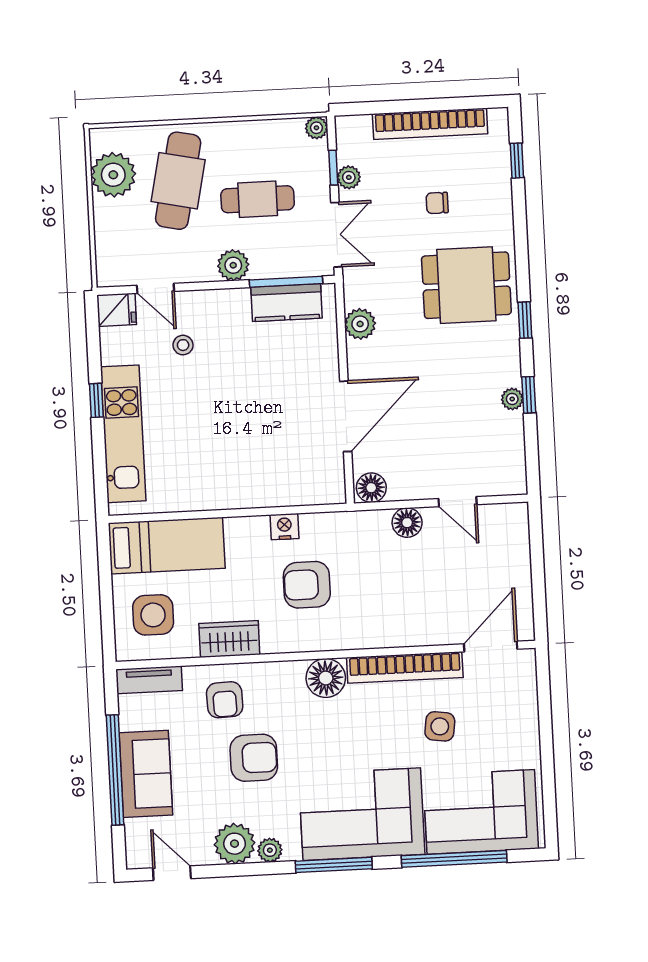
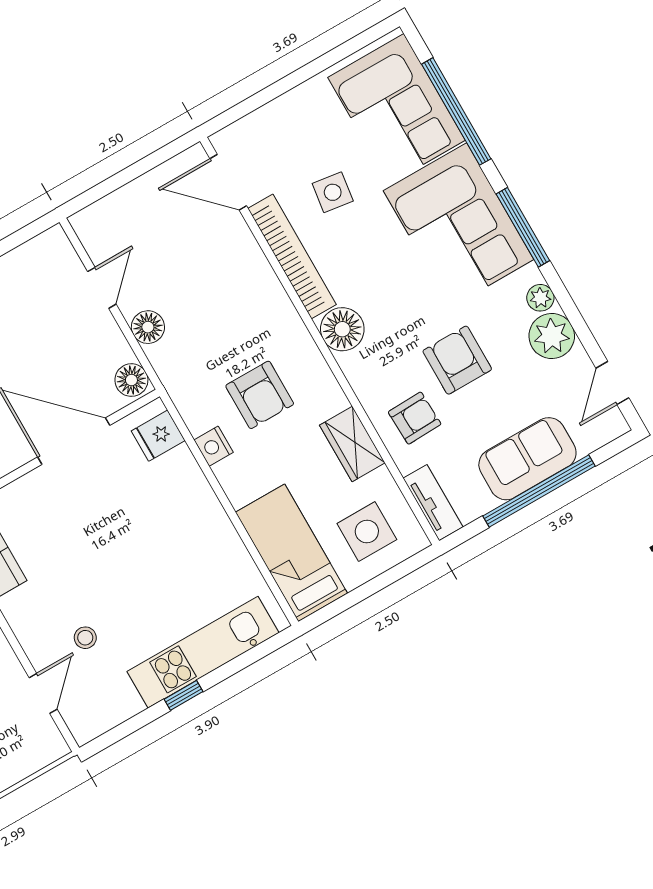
fridge: (117, 310) -> (158, 436), moved, turned -90

